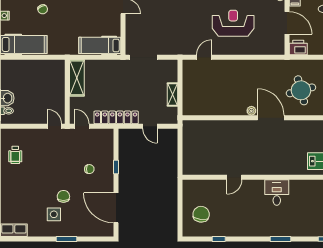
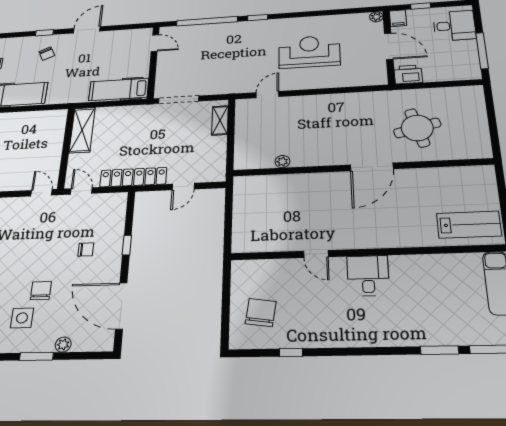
shelving: (173, 94) -> (220, 120), moved
plant: (251, 111) -> (282, 162), moved
door: (271, 118) -> (372, 167), swing flipped
door: (150, 126) -> (183, 187), hinge flipped
door: (234, 177) -> (316, 254), hinge flipped
desk: (277, 193) -> (368, 276), moved
plant: (82, 232) -> (63, 345), added
window: (281, 239) -> (440, 350), moved

